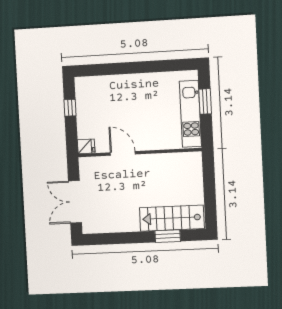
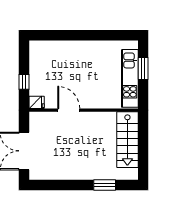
window: (70, 108) -> (24, 82), moved
stairs: (172, 218) -> (127, 140), moved, turned -90

